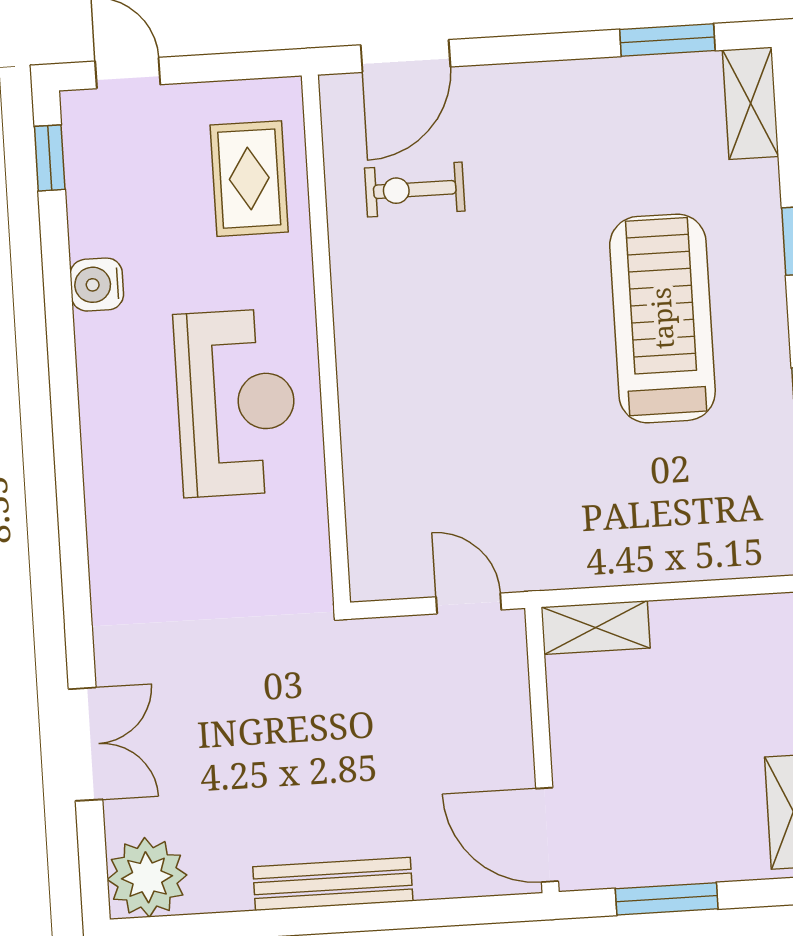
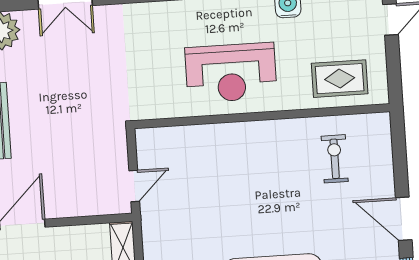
door: (406, 56) -> (404, 219), moved

